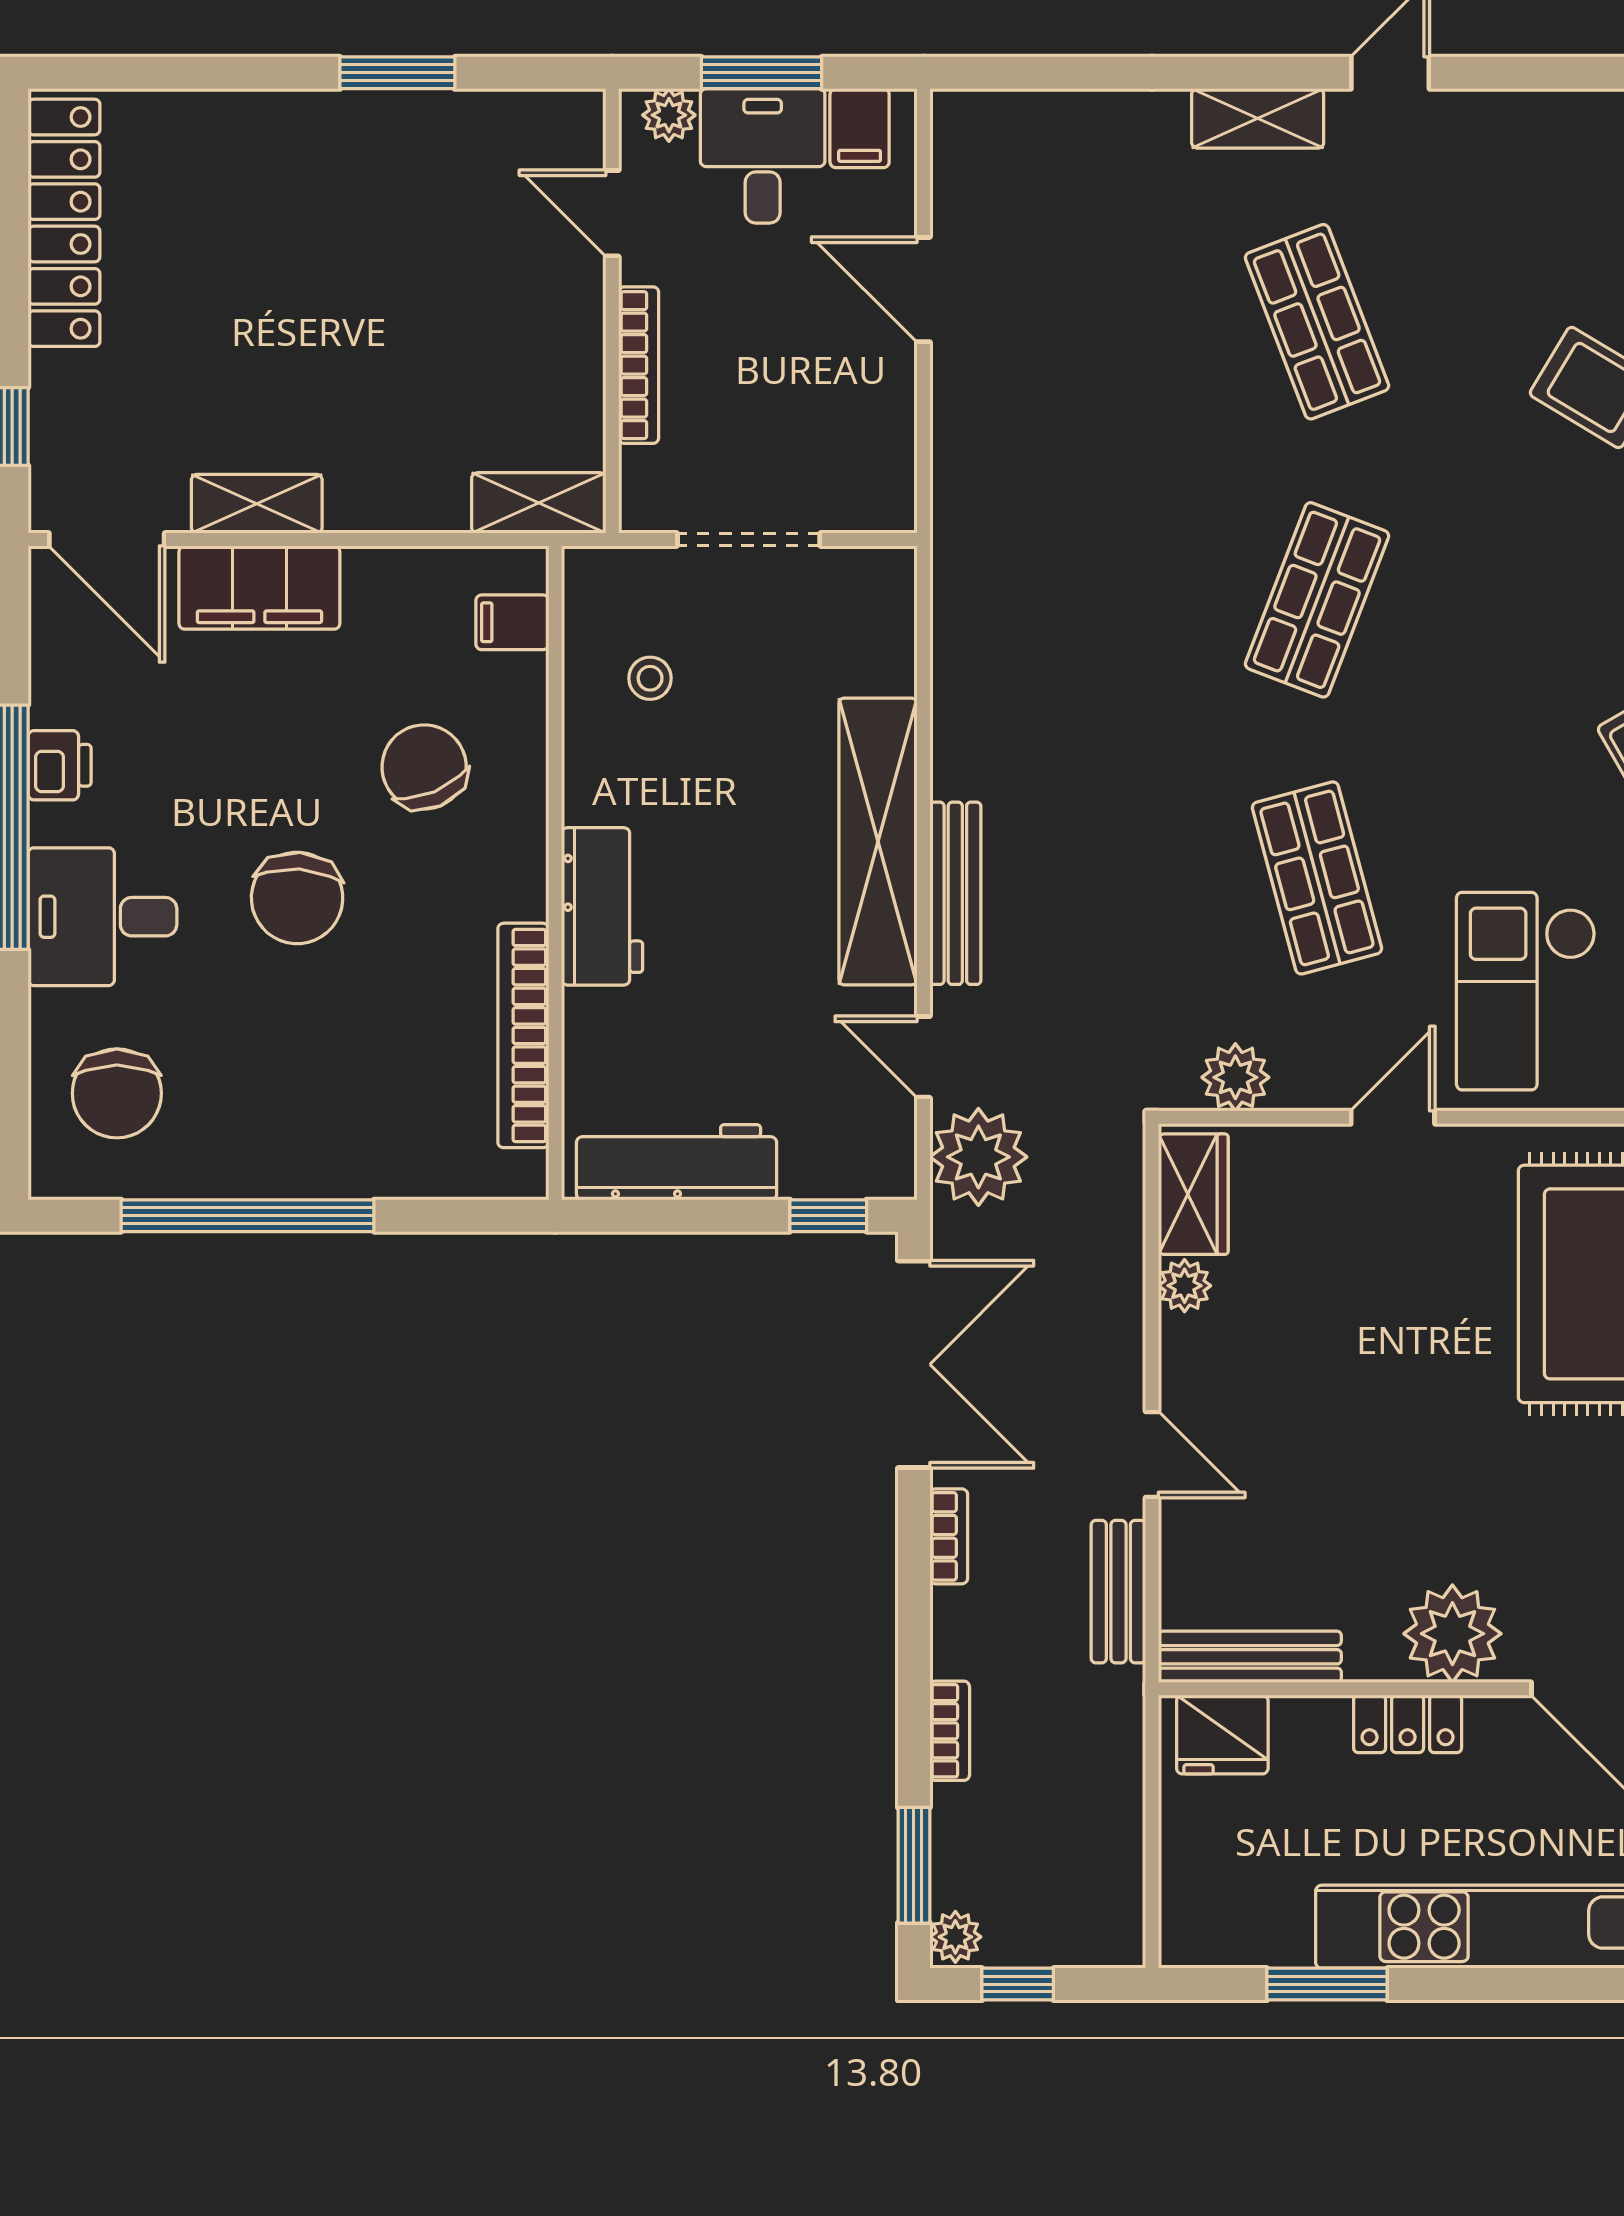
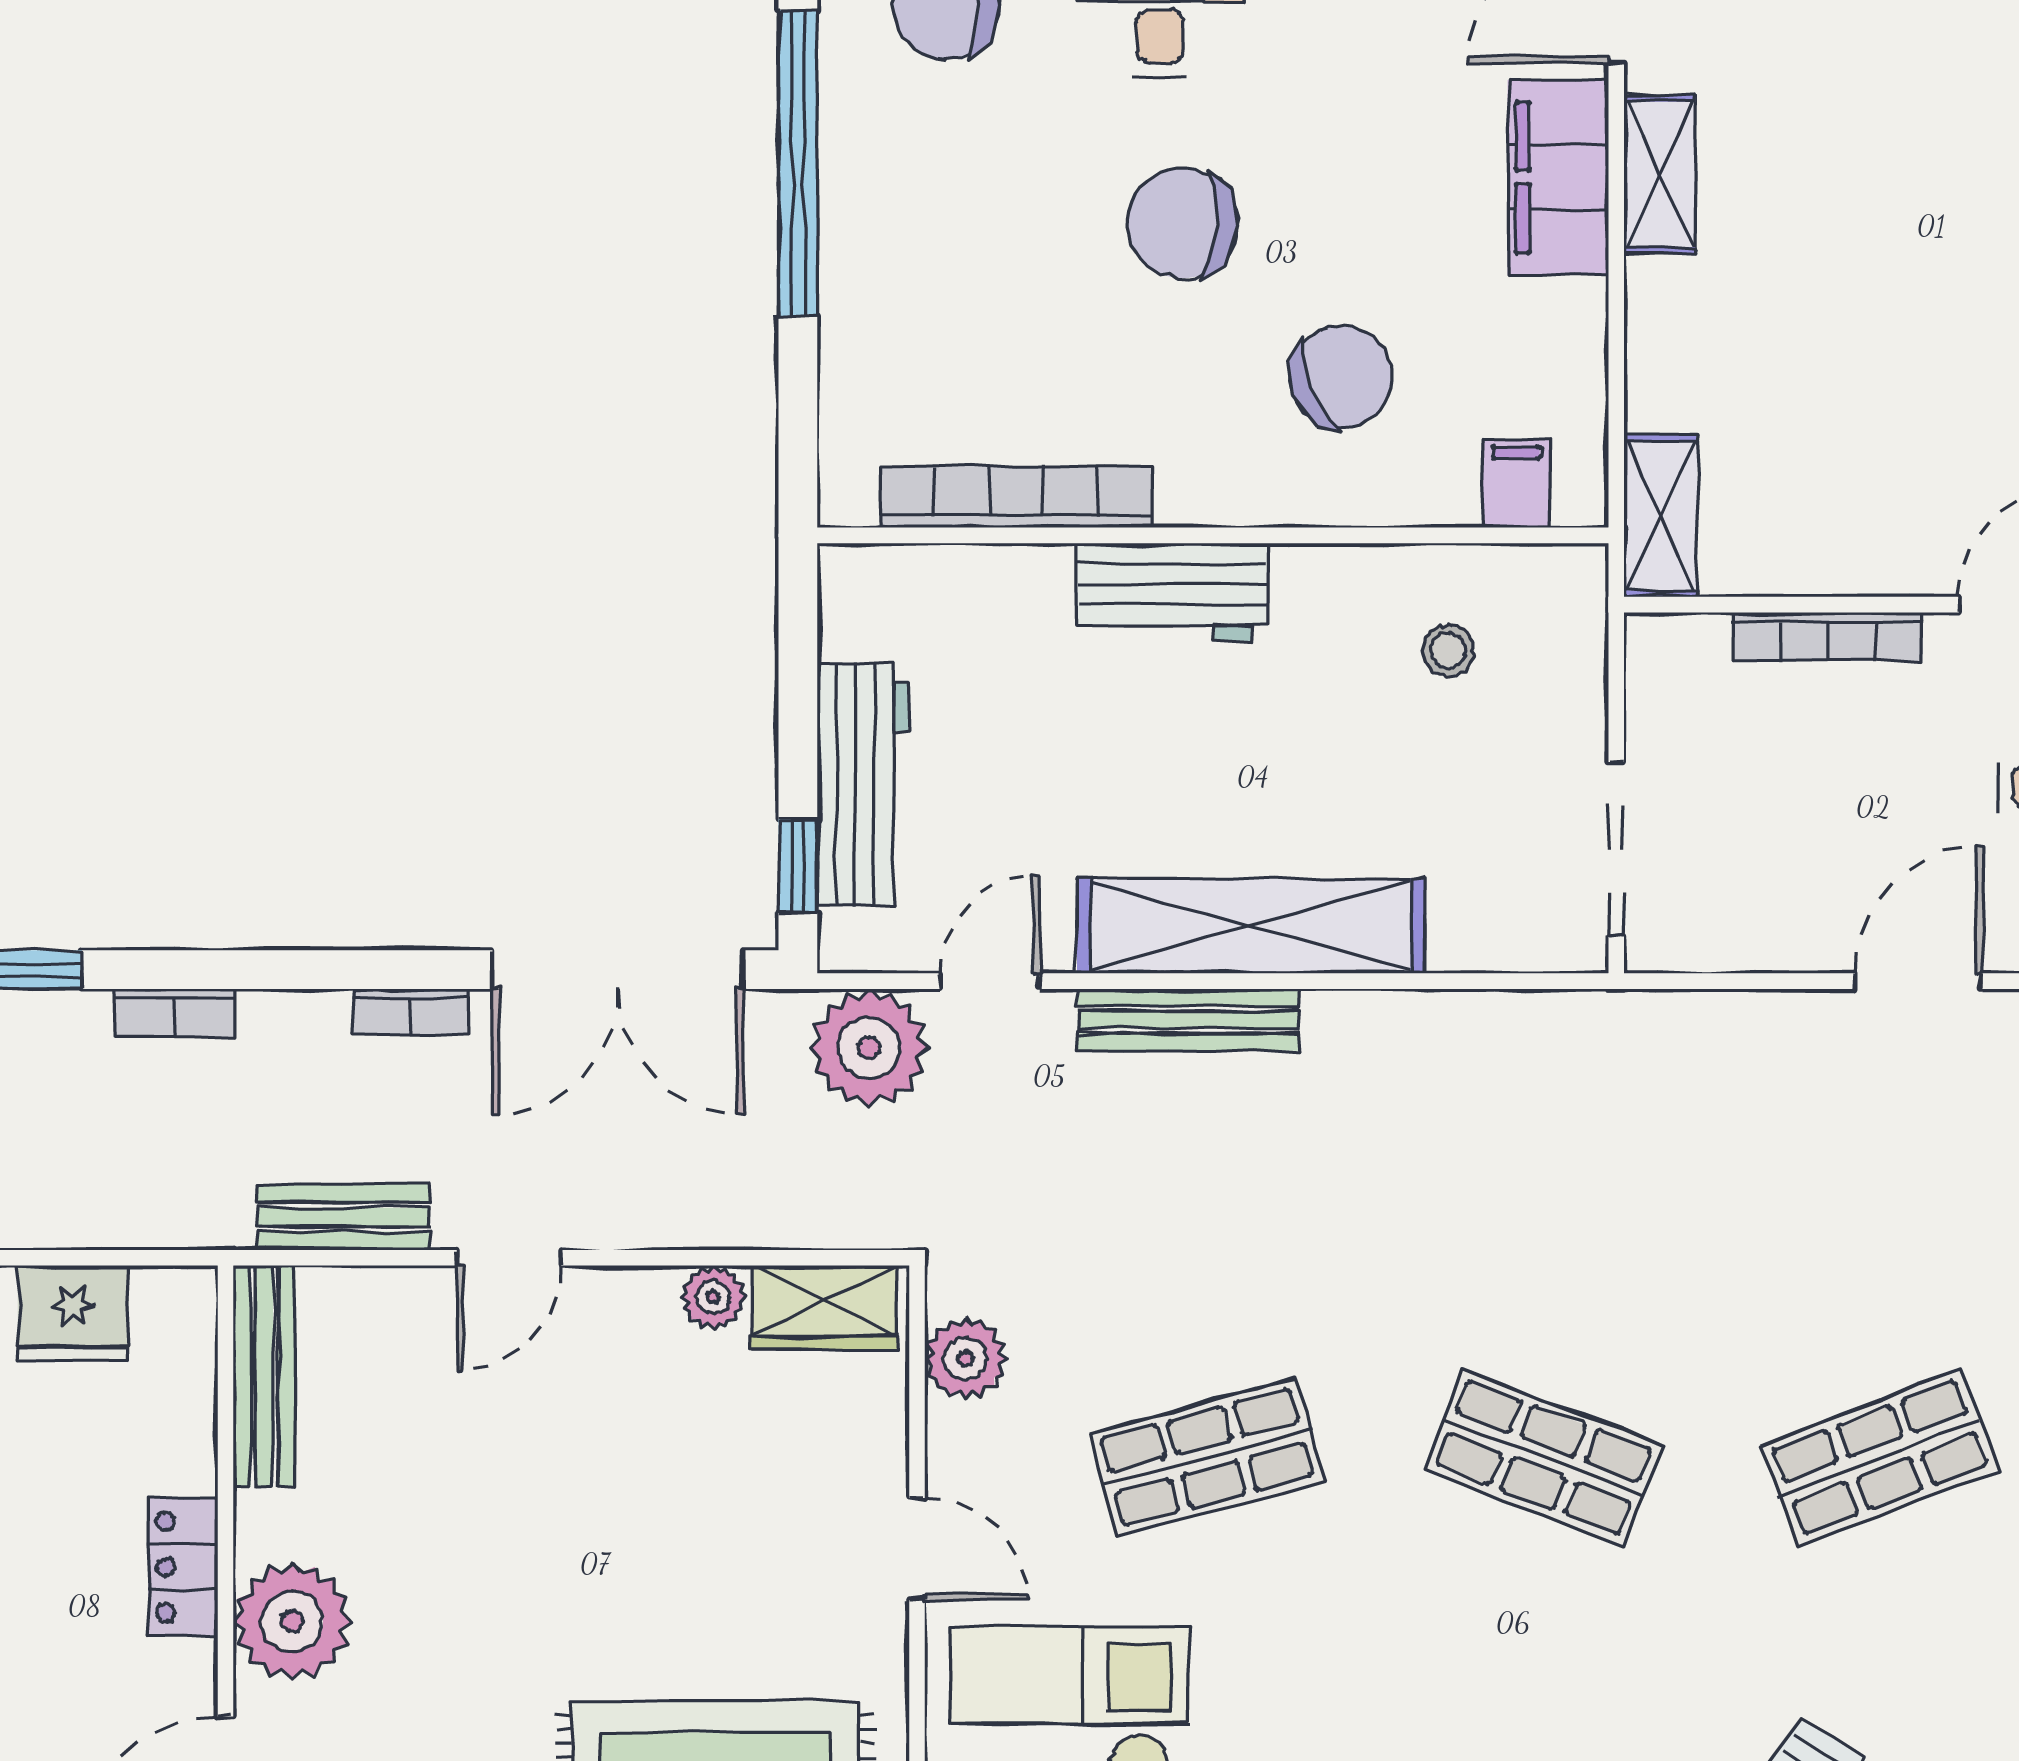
doorway: (749, 540) -> (1616, 849), moved
workbench: (677, 1162) -> (863, 784), moved
fridge: (1222, 1735) -> (73, 1313), moved, turned -90

